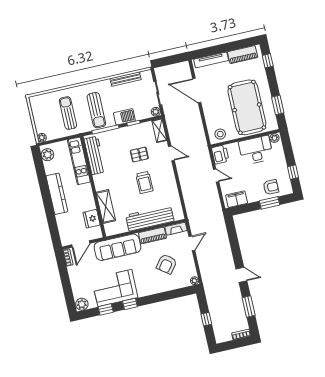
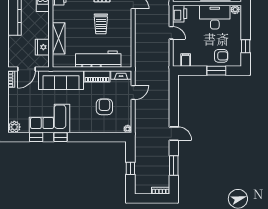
filing cabinet: (237, 199) -> (186, 60), width x0.50
armchair: (167, 264) -> (104, 107), turned 143

